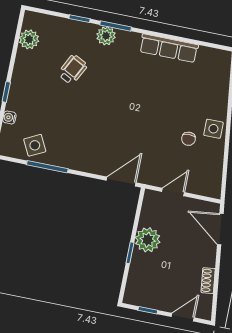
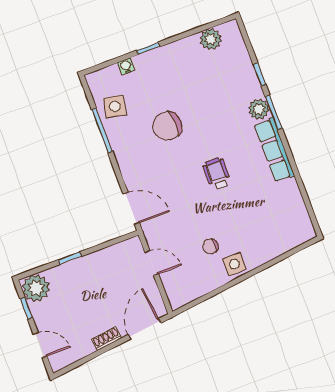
row of seats: (169, 48) -> (274, 150), moved
wheelchair: (73, 70) -> (217, 174), moved, turned -117
chair: (75, 114) -> (167, 126), added
side table: (35, 145) -> (115, 106), turned 38
plant: (148, 240) -> (36, 288), moved
shoe rack: (208, 281) -> (106, 338), moved

